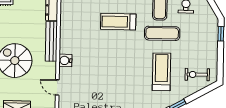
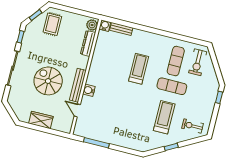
treadmill: (118, 22) -> (139, 69), turned 90
bench: (51, 41) -> (78, 85), moved

